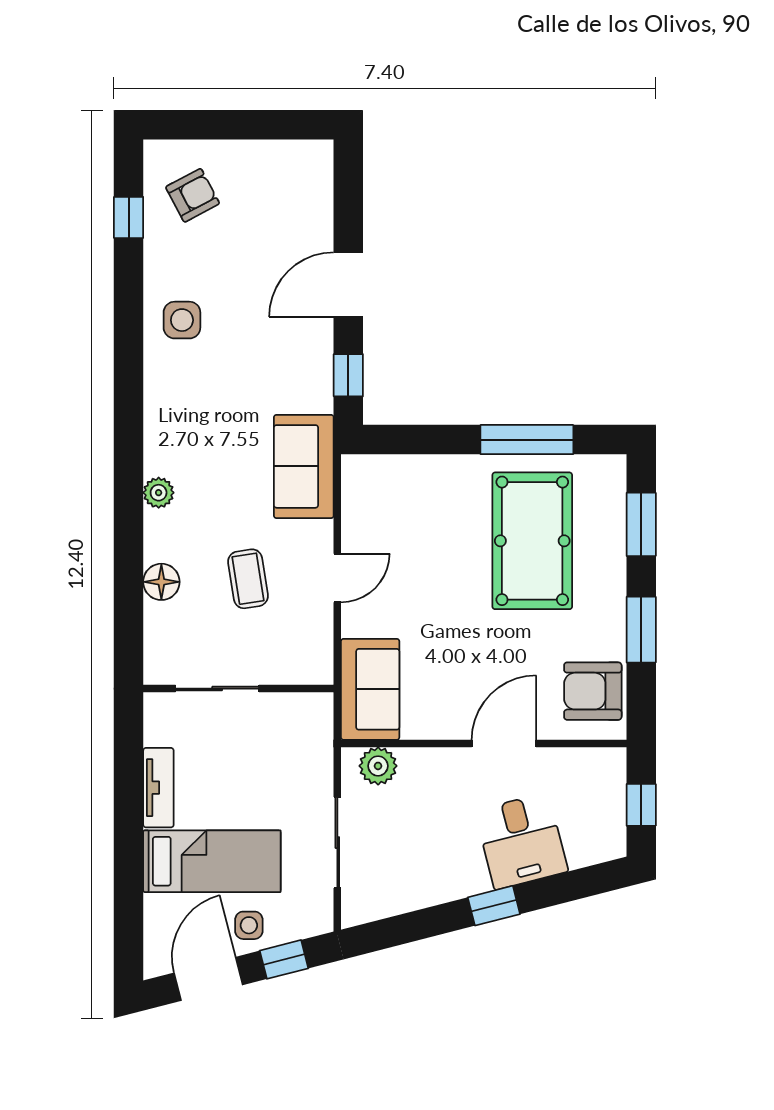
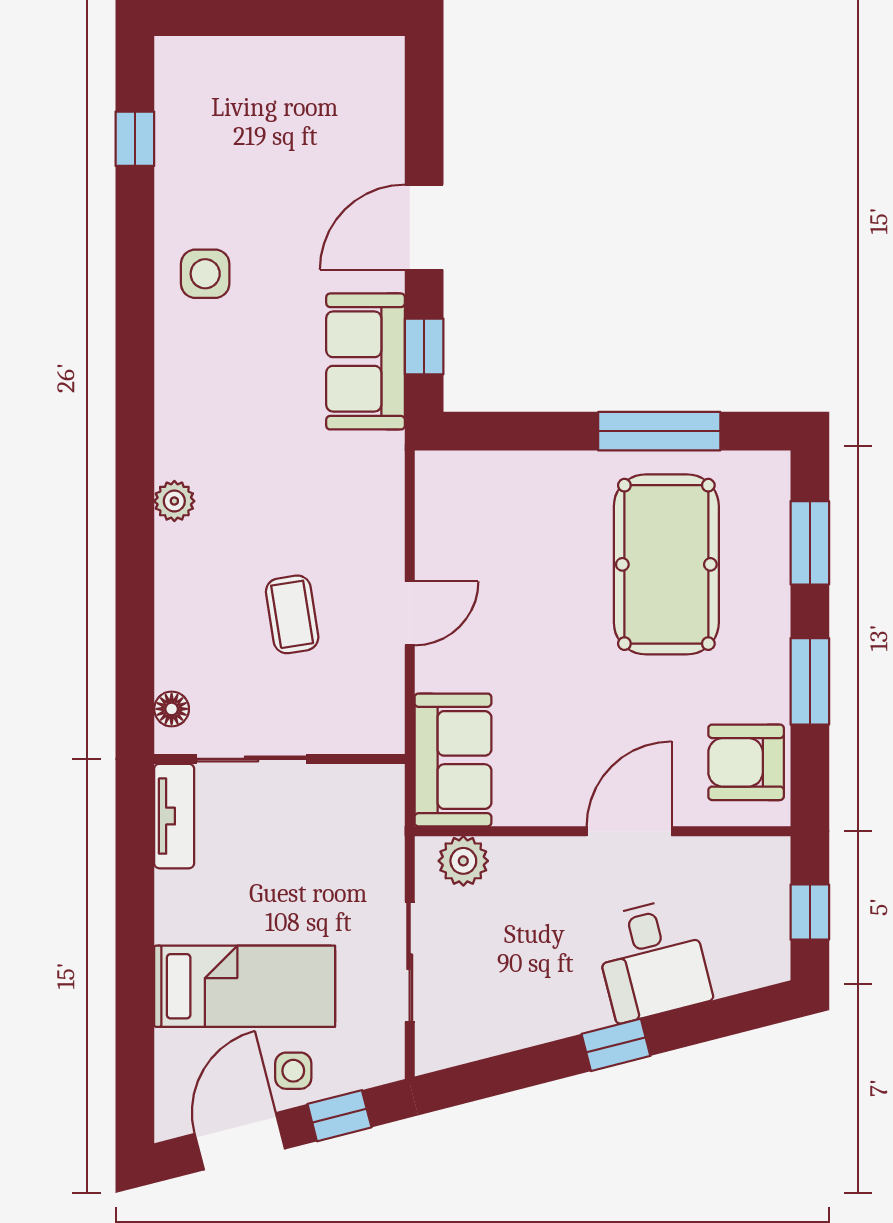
armchair: (193, 195) -> (219, 109), removed
sofa: (304, 466) -> (366, 361), moved
floor lamp: (161, 582) -> (172, 709), moved, width x0.73, depth x0.73
tv unit: (158, 788) -> (174, 816), moved

